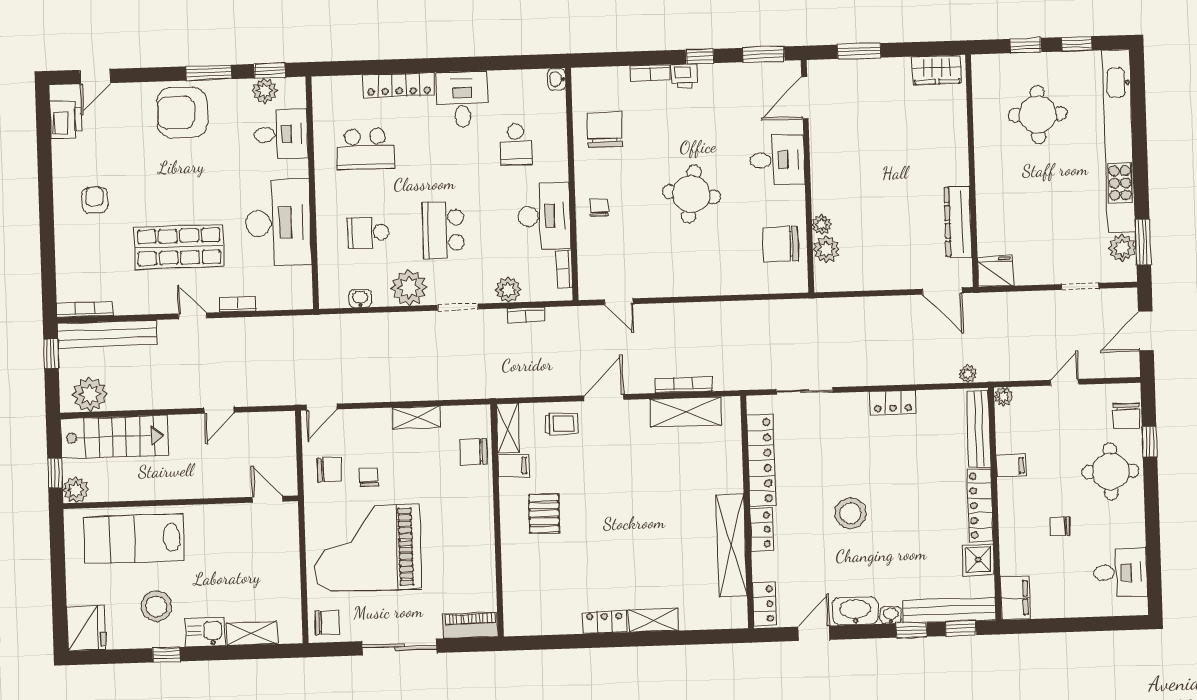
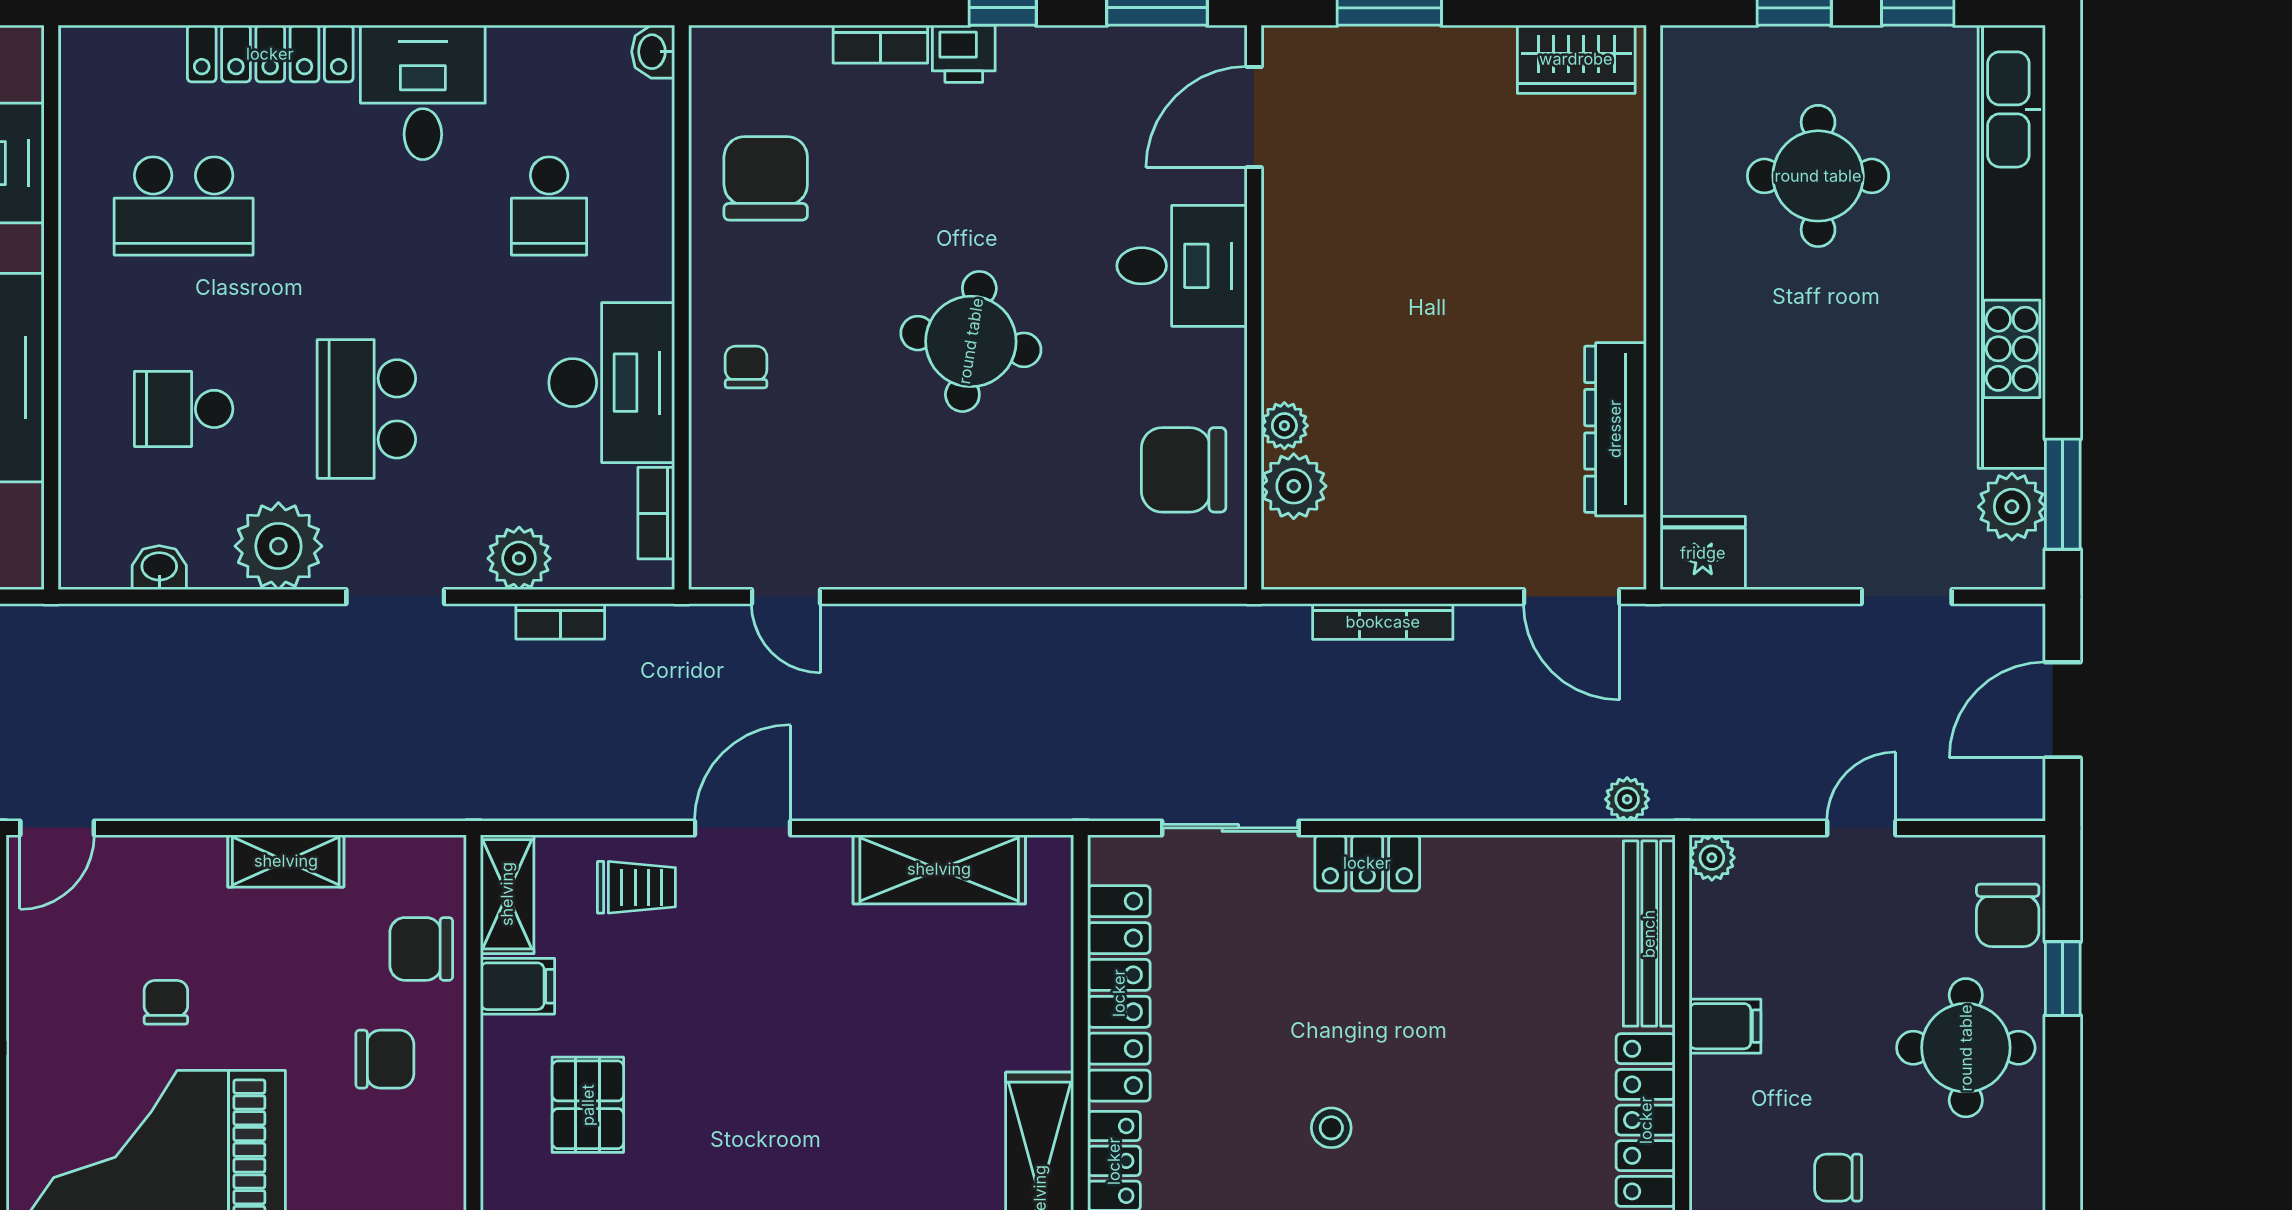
bookcase: (684, 385) -> (1383, 622), moved, turned 180
locker: (893, 402) -> (1367, 863), moved
chair: (330, 470) -> (385, 1059), moved
stool: (850, 513) -> (1331, 1128), width x0.53, depth x0.53

